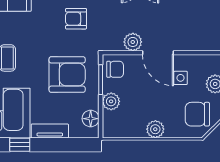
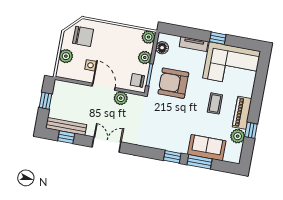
armchair: (76, 19) -> (159, 123), removed
plant: (155, 129) -> (148, 37), moved

